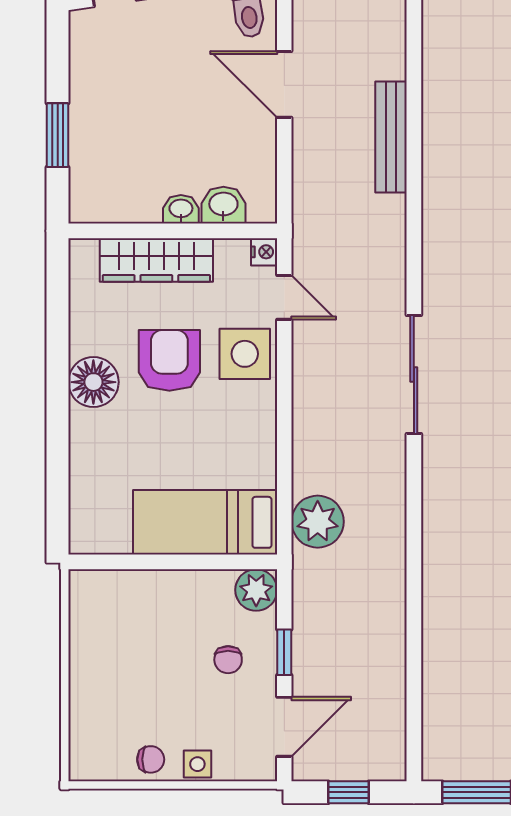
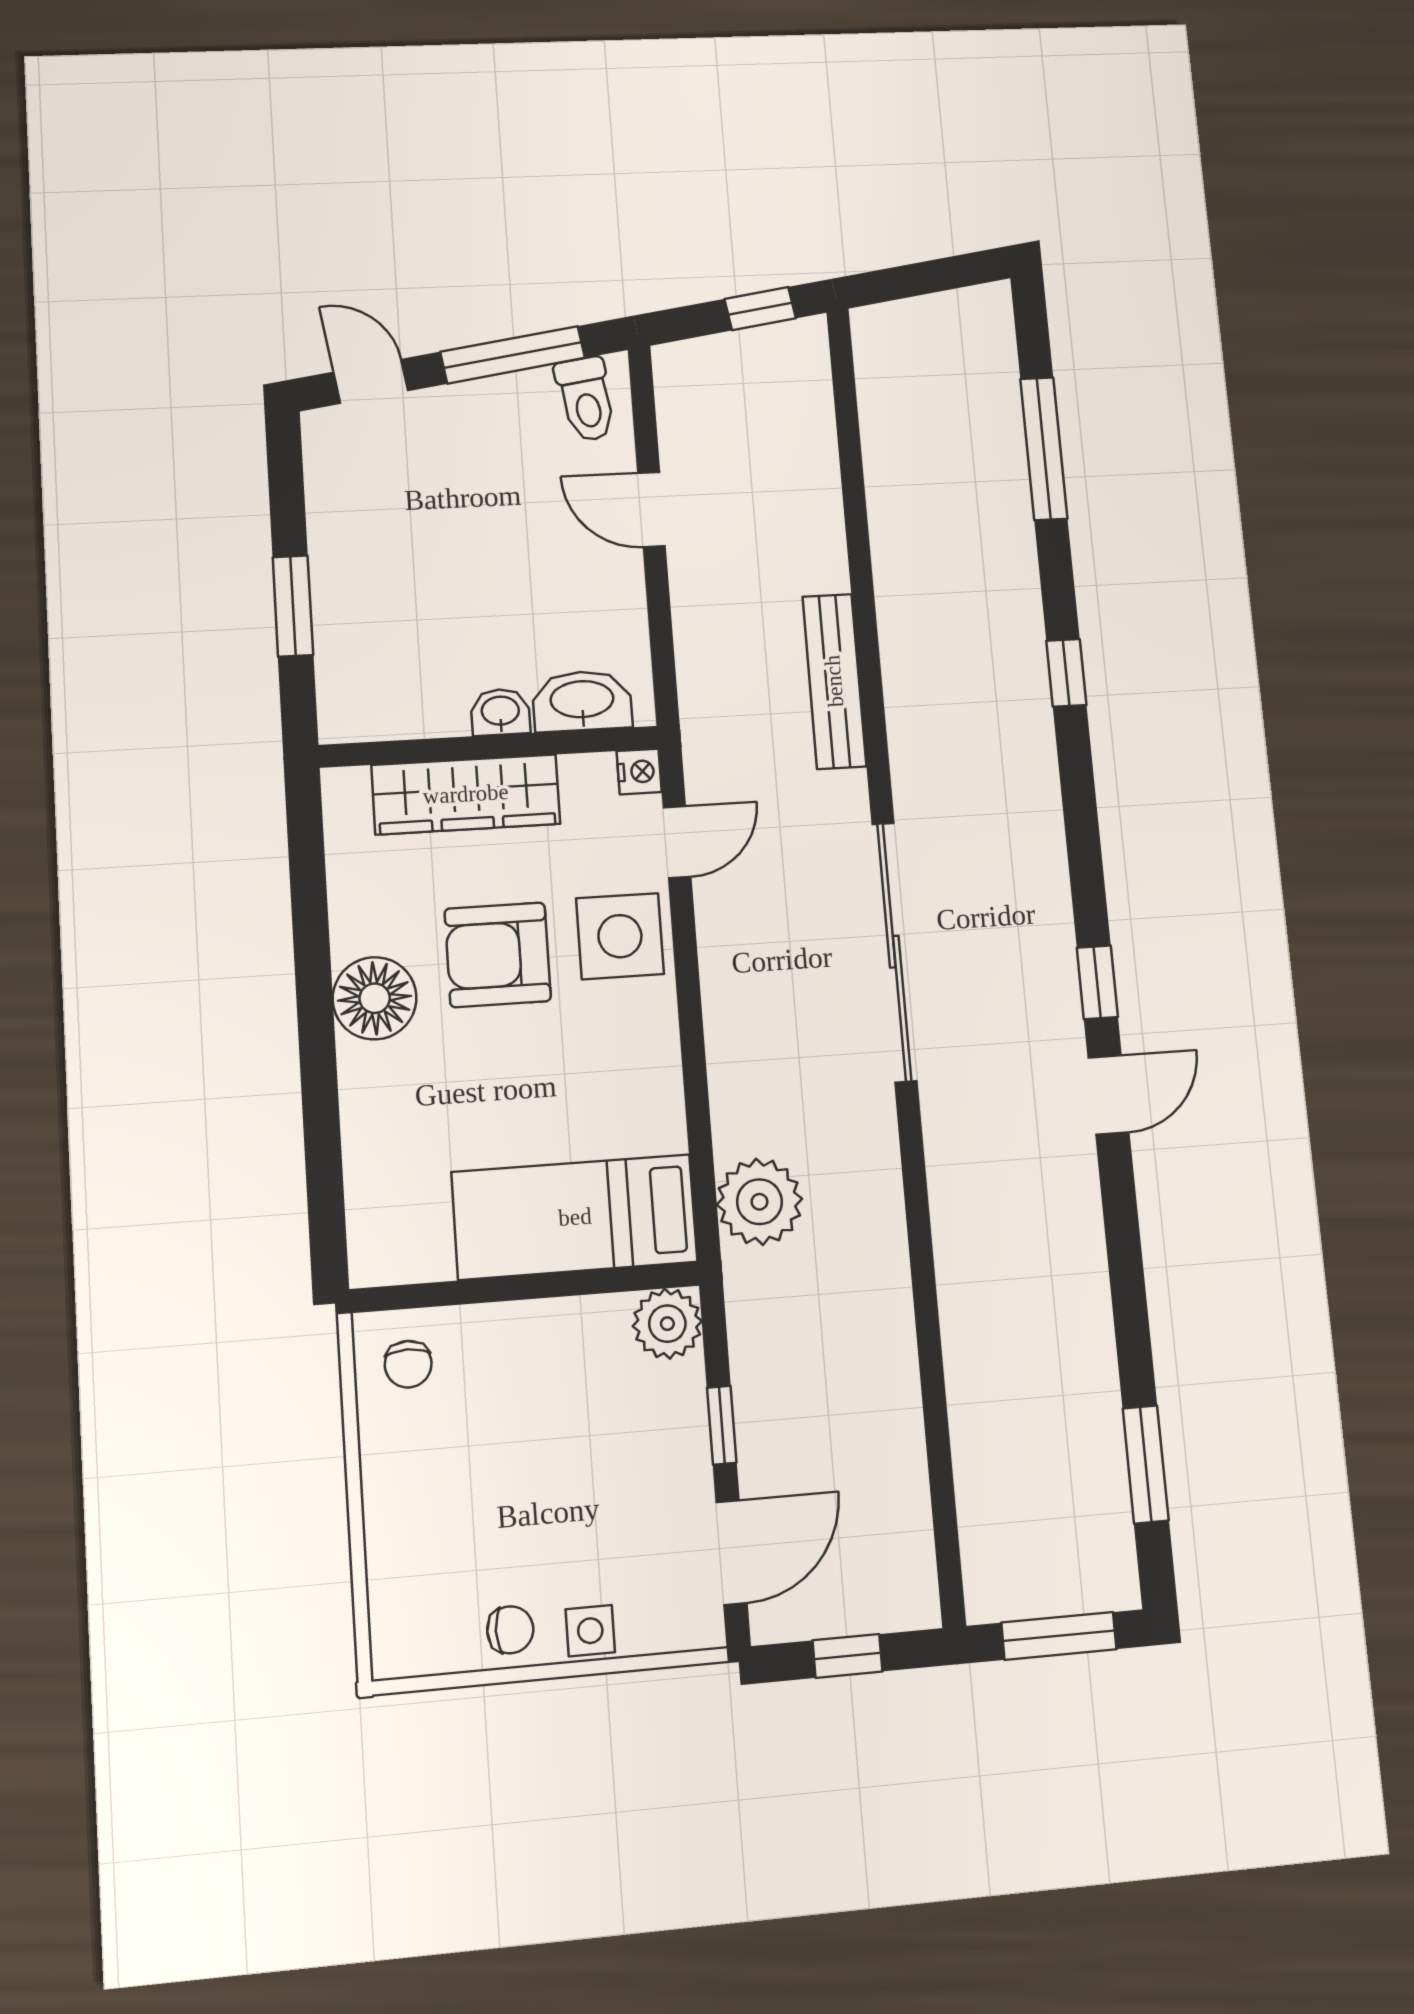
door: (284, 84) -> (652, 510), width x0.73
bench: (391, 137) -> (834, 681), moved
washbasin: (223, 205) -> (582, 701), width x1.38
door: (284, 297) -> (677, 842), hinge flipped
armchair: (169, 360) -> (498, 955), turned -90
sliding door: (414, 374) -> (894, 952), width x1.36
chair: (228, 660) -> (408, 1364), moved

